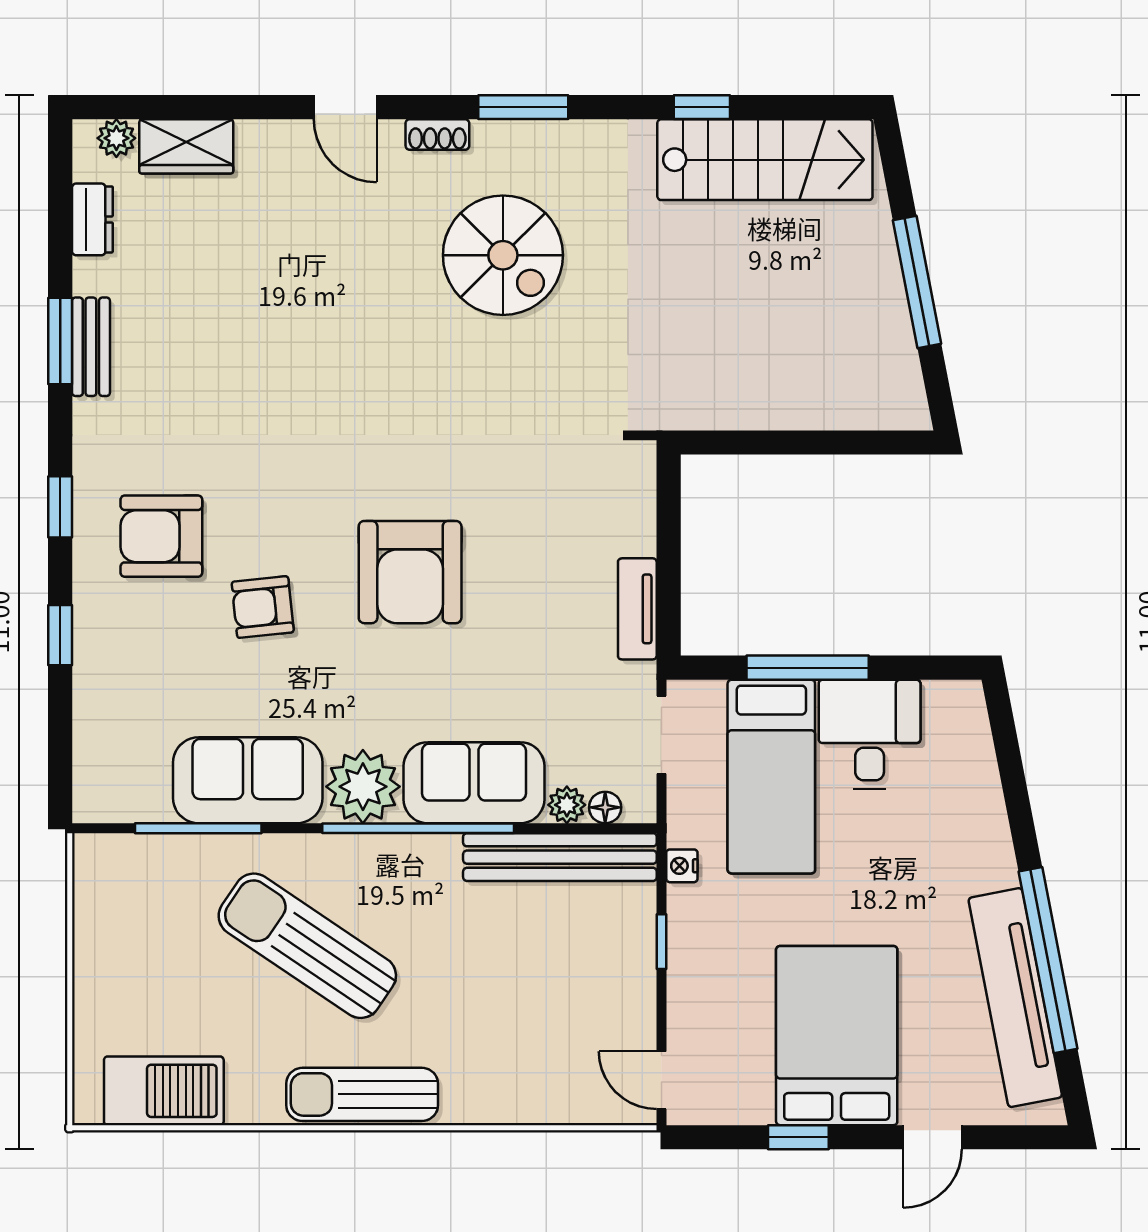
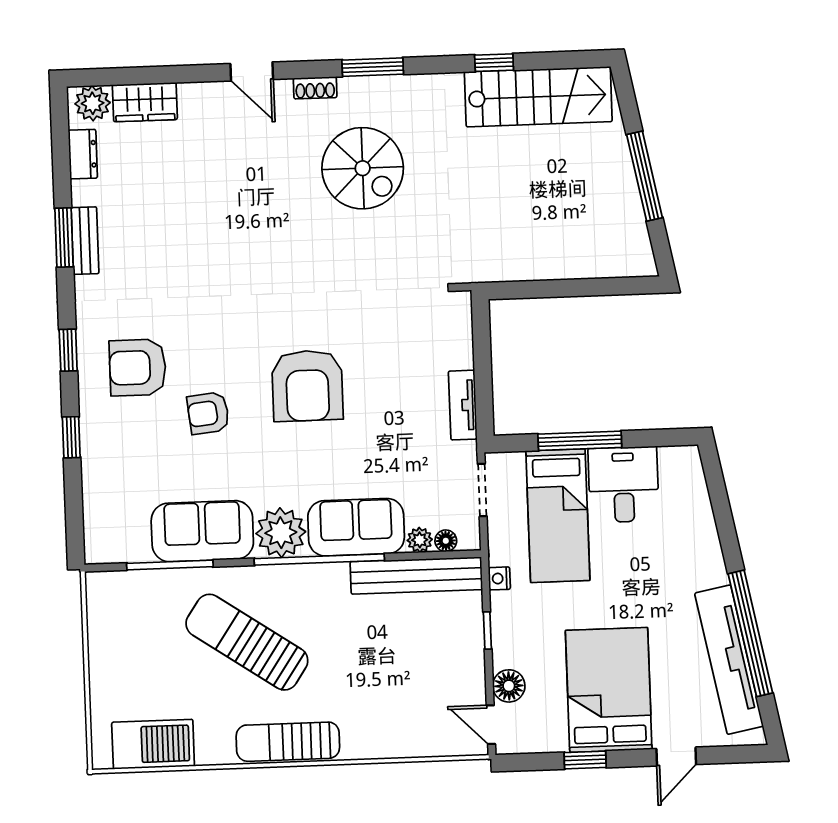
plant: (116, 138) -> (93, 103), width x1.38, depth x1.38
floor lamp: (690, 1024) -> (509, 686), added

